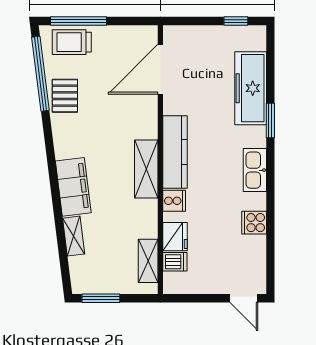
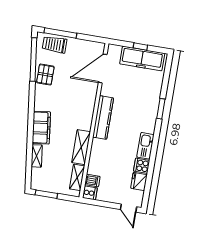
window: (236, 21) -> (140, 46), moved
freezer: (251, 88) -> (142, 59), moved, turned -90
shelving: (146, 169) -> (81, 147), moved
kitchen sink: (255, 170) -> (145, 146), moved
cooker: (174, 201) -> (90, 193), moved
fridge: (175, 237) -> (139, 181), moved, turned 180

